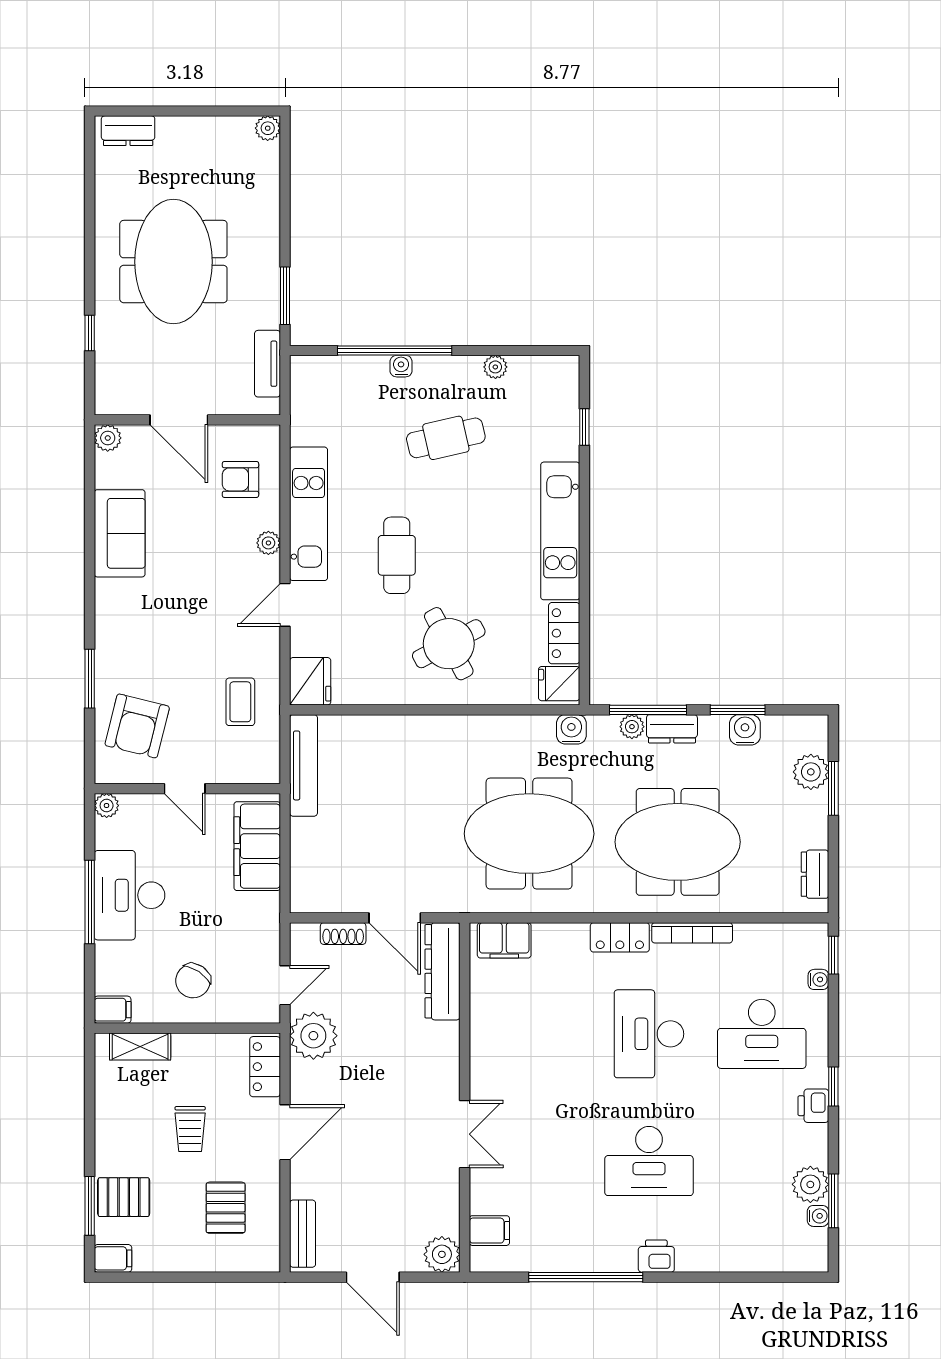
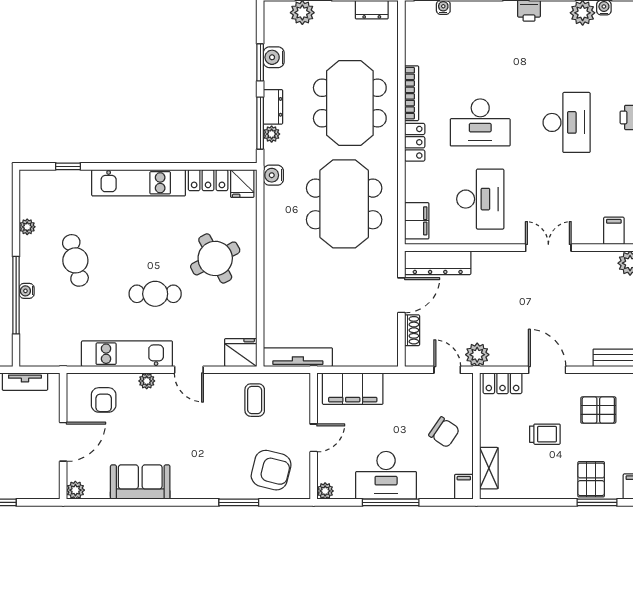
coffee table: (240, 702) -> (255, 400), turned 90
desk: (762, 1034) -> (480, 199), moved
plant: (313, 1036) -> (477, 355), width x0.73, depth x0.73

